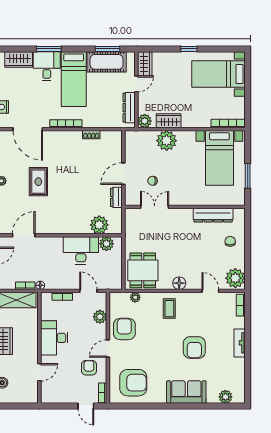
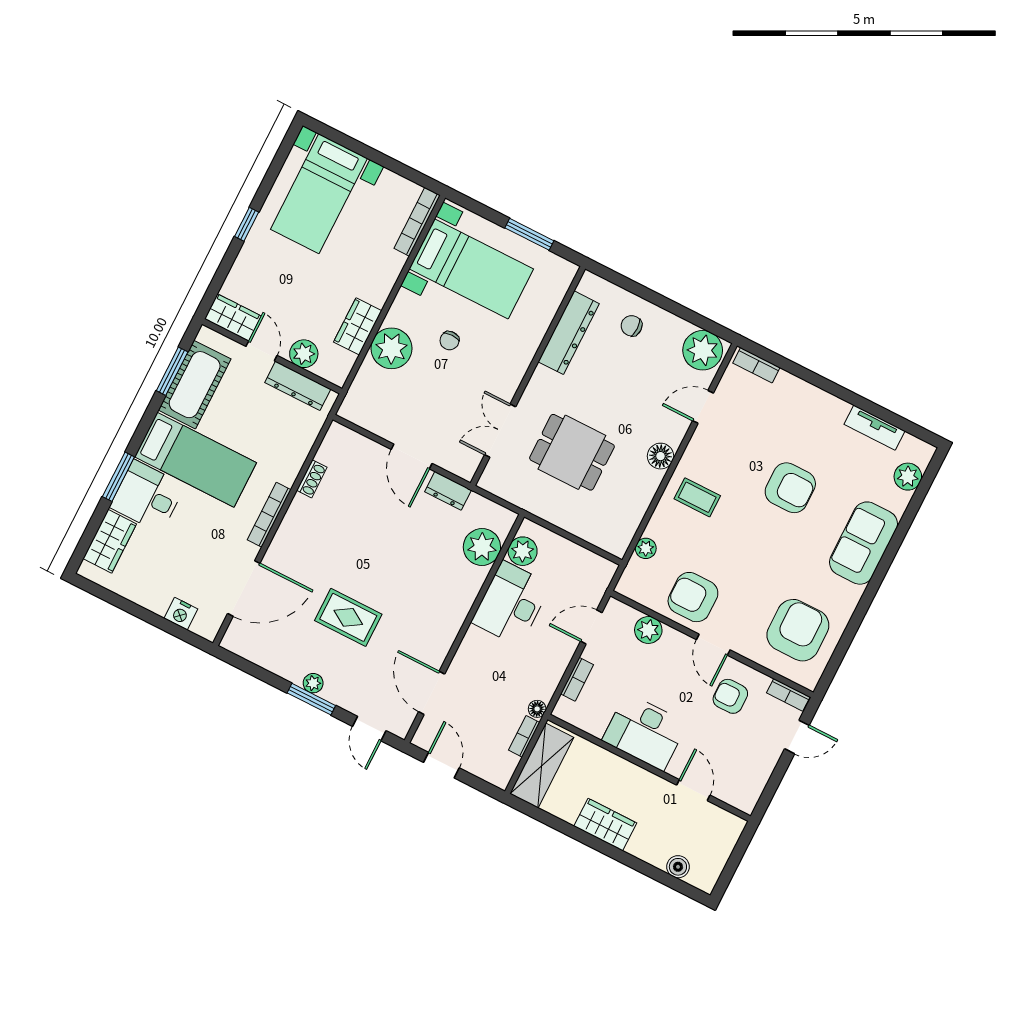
plant: (145, 121) -> (304, 354), moved
chair: (152, 181) -> (449, 341), moved
dining table: (143, 270) -> (572, 452), moved
tv unit: (240, 343) -> (874, 428), moved

